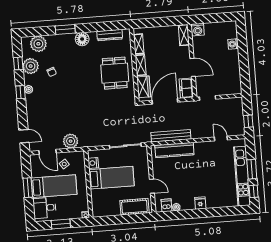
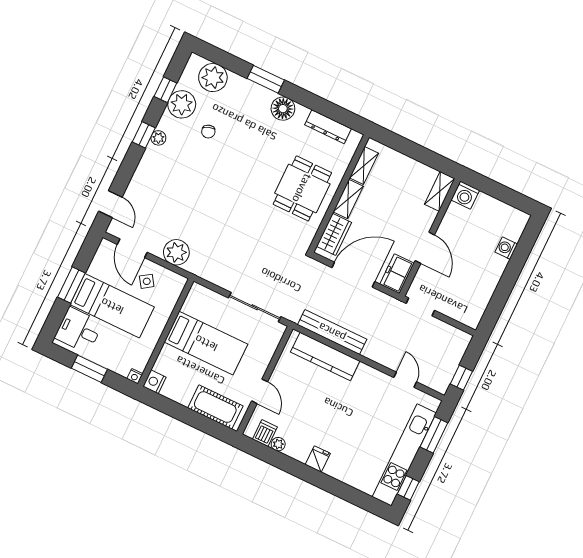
nightstand: (93, 163) -> (154, 382), moved
window: (252, 169) -> (434, 435), moved

